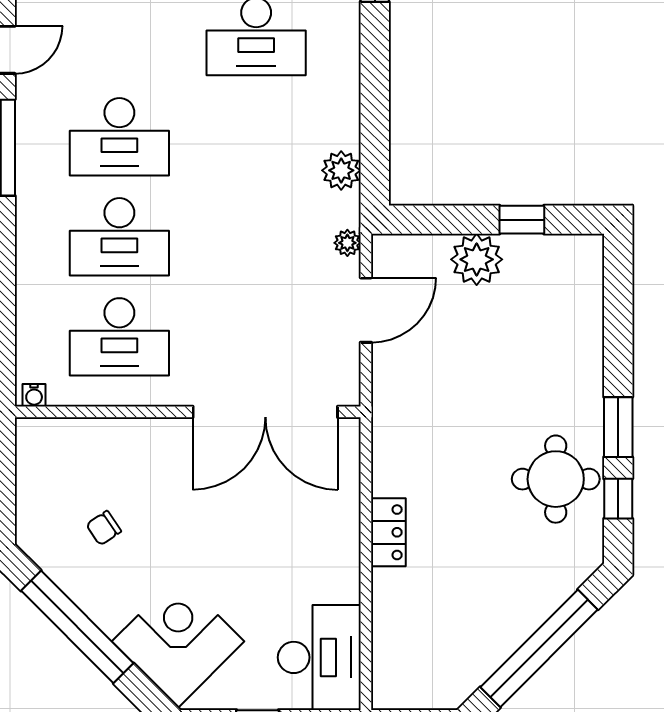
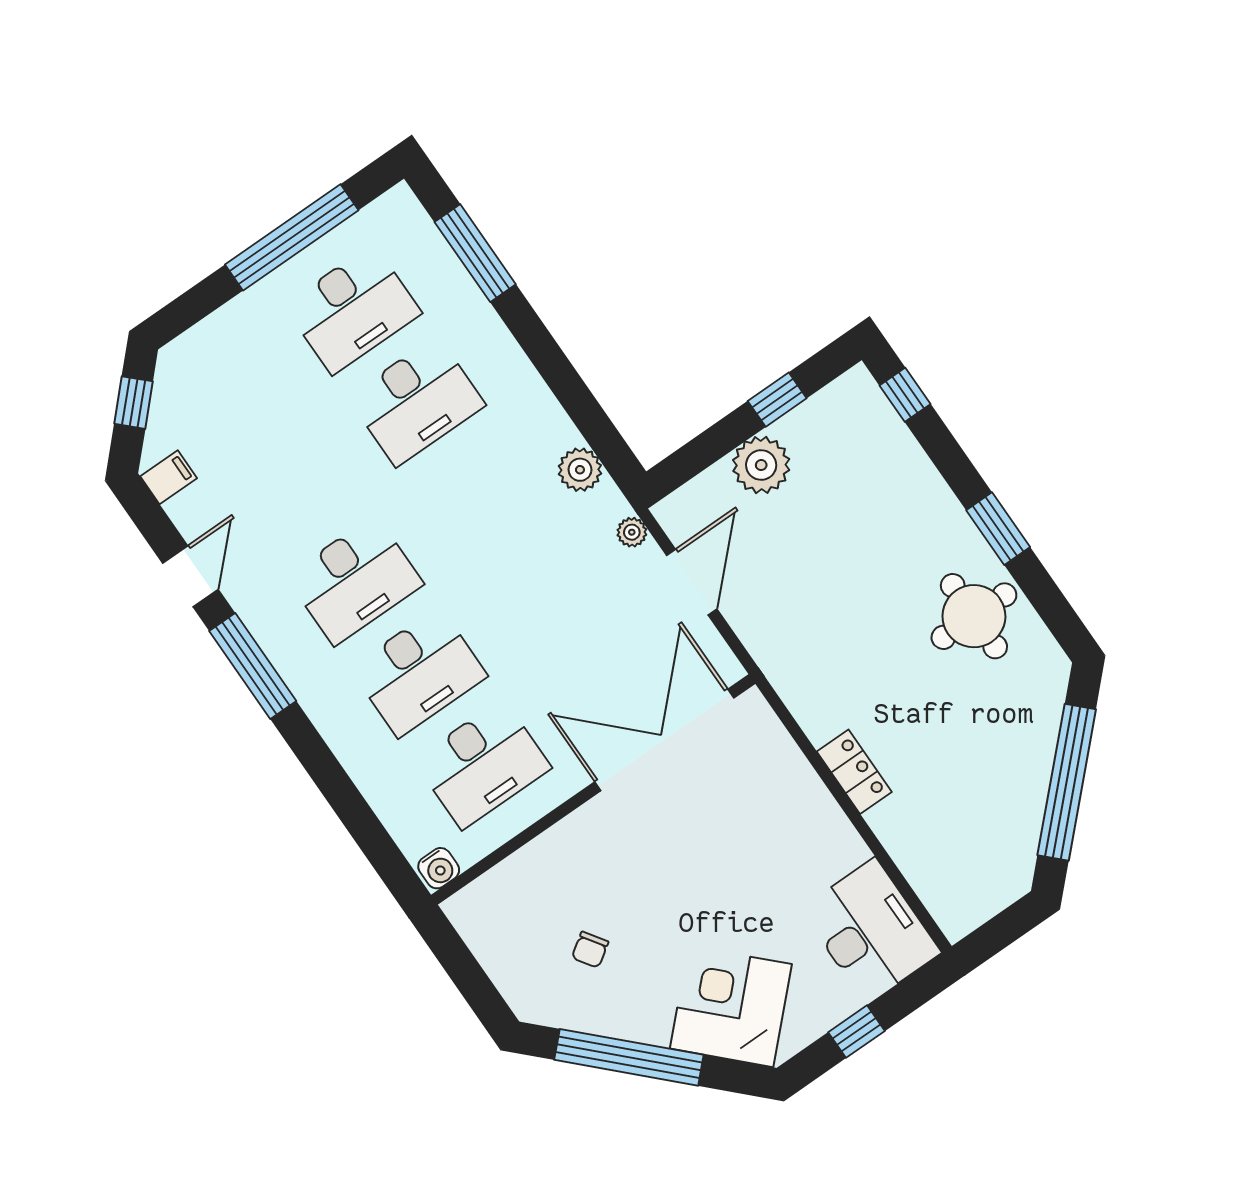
water cooler: (34, 395) -> (439, 868), width x1.38, depth x1.38
double door: (265, 412) -> (664, 740), swing flipped
window: (618, 499) -> (905, 395), moved

